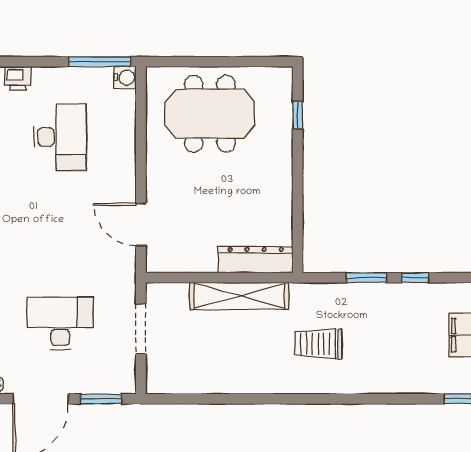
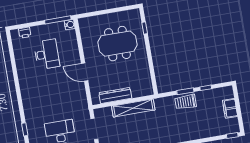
meeting table: (210, 114) -> (117, 44), moved
door: (141, 224) -> (85, 72), moved
dresser: (256, 260) -> (115, 95), moved
trolley: (318, 344) -> (186, 102), moved

